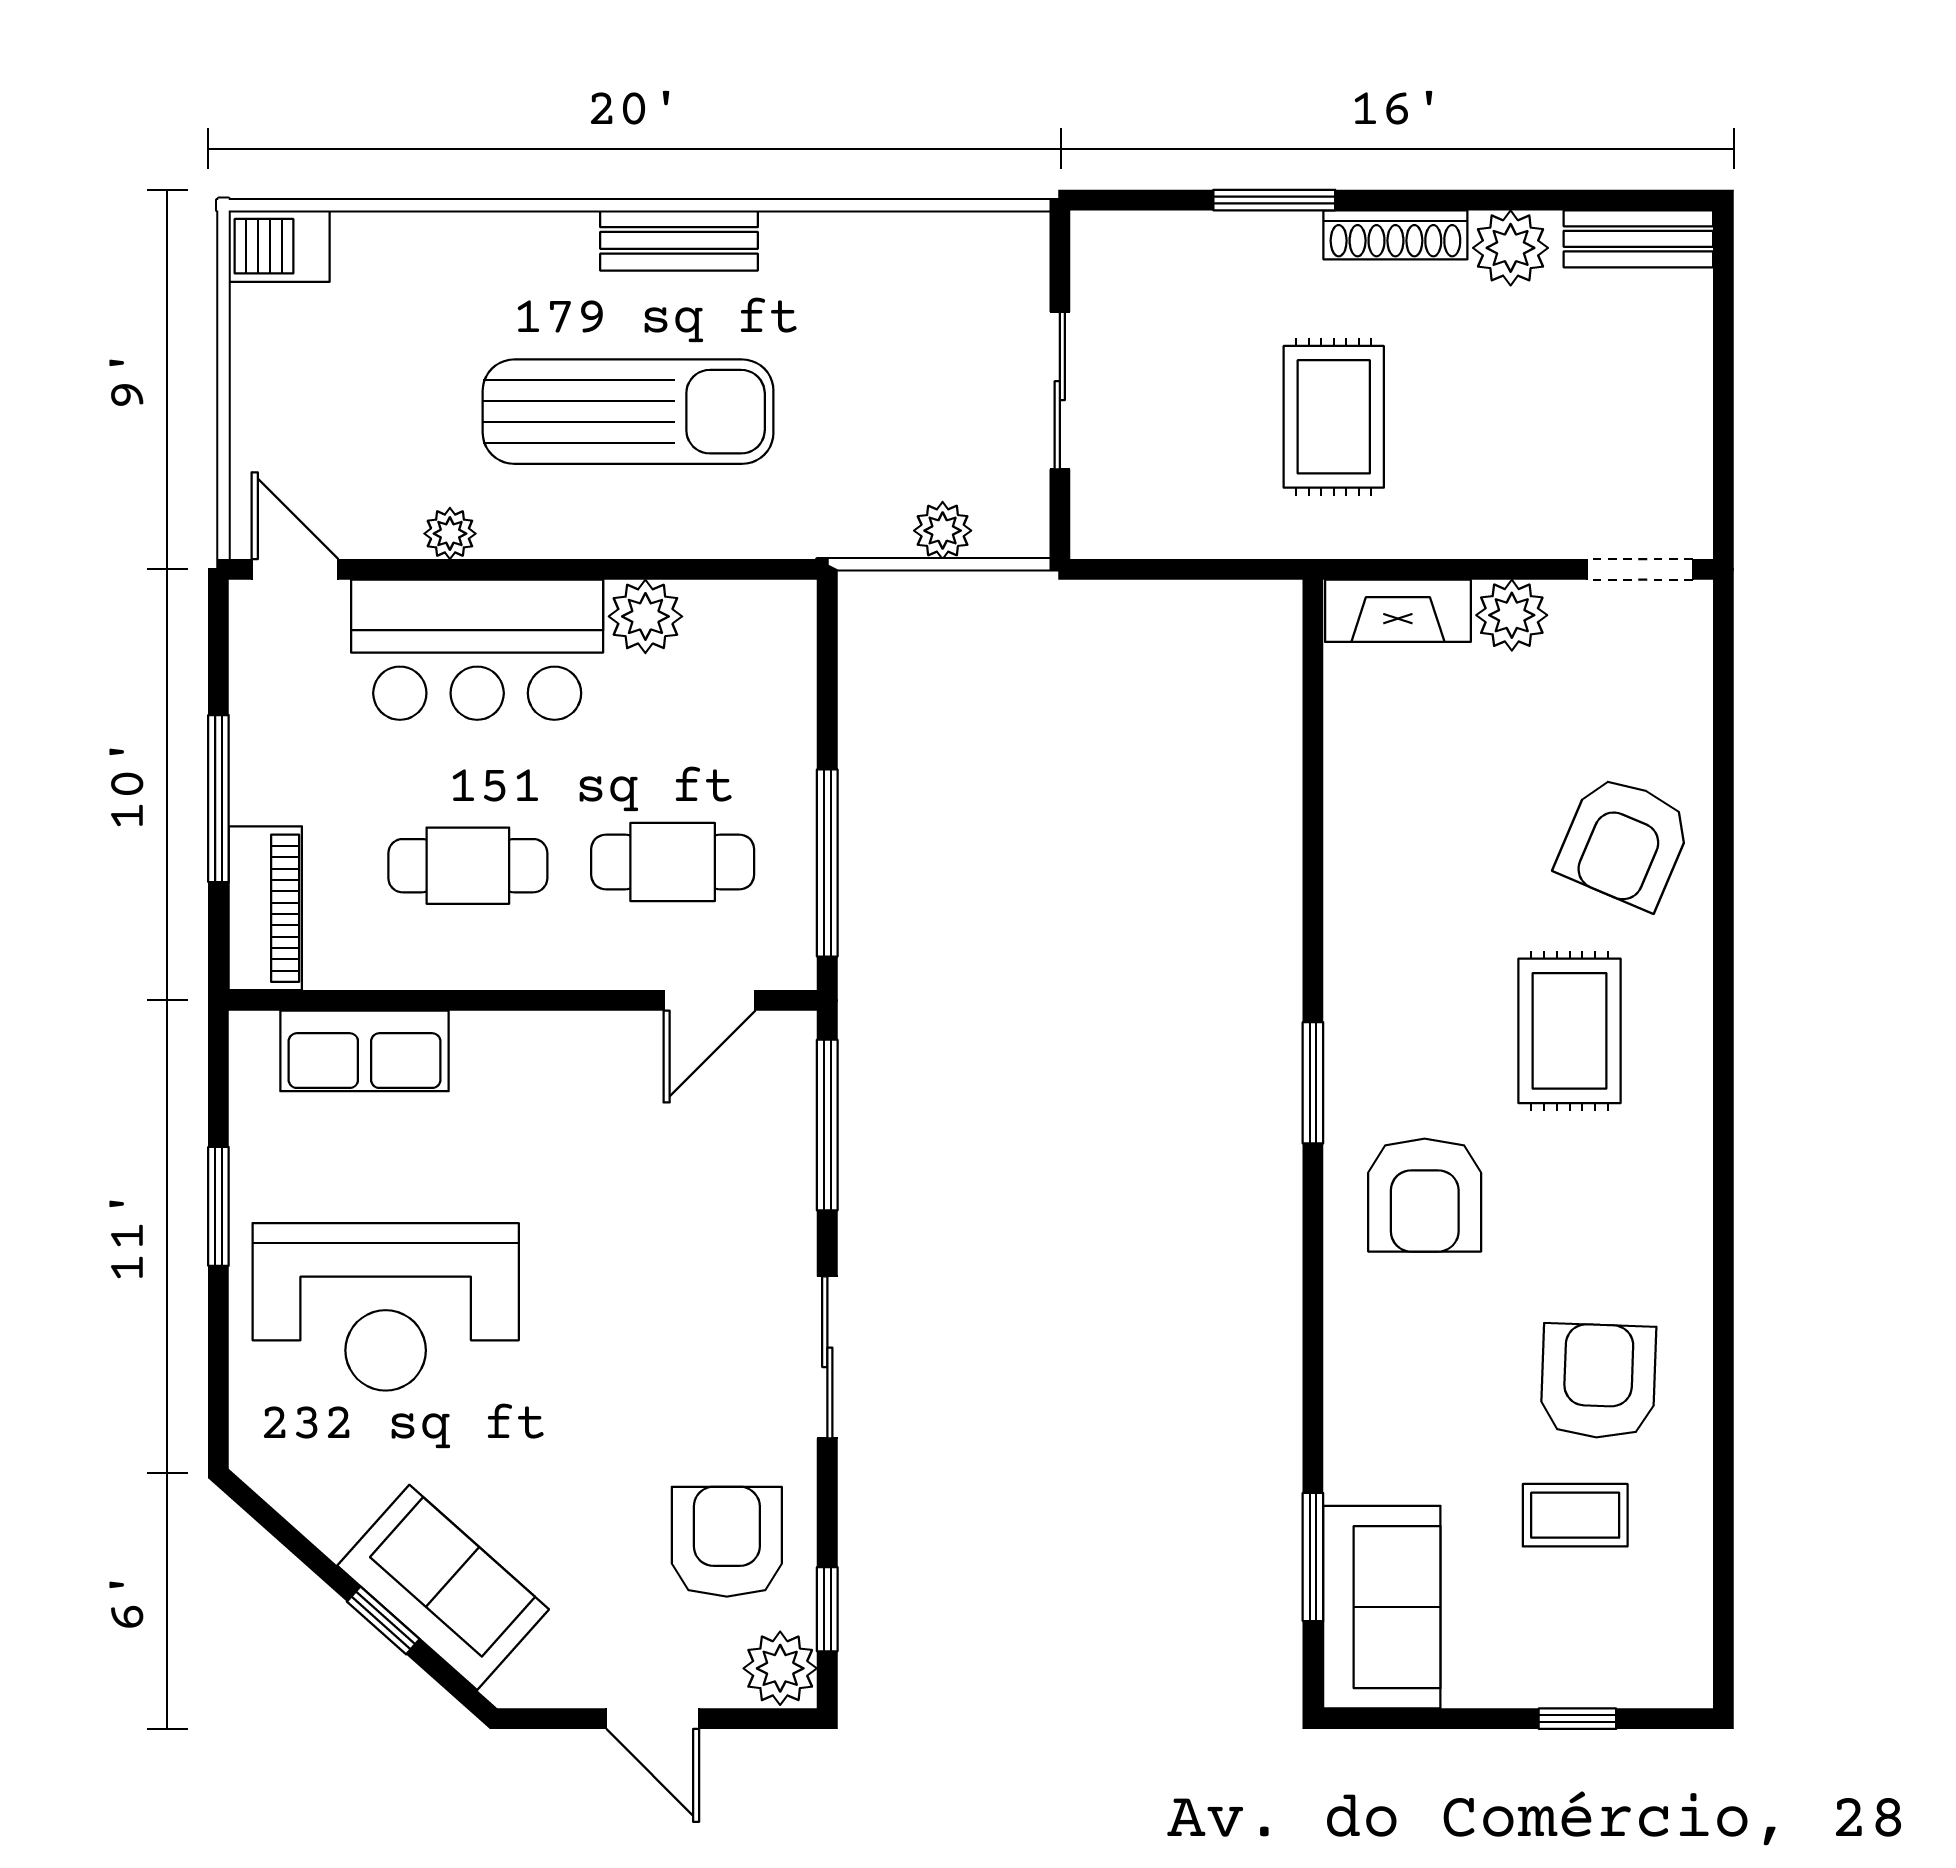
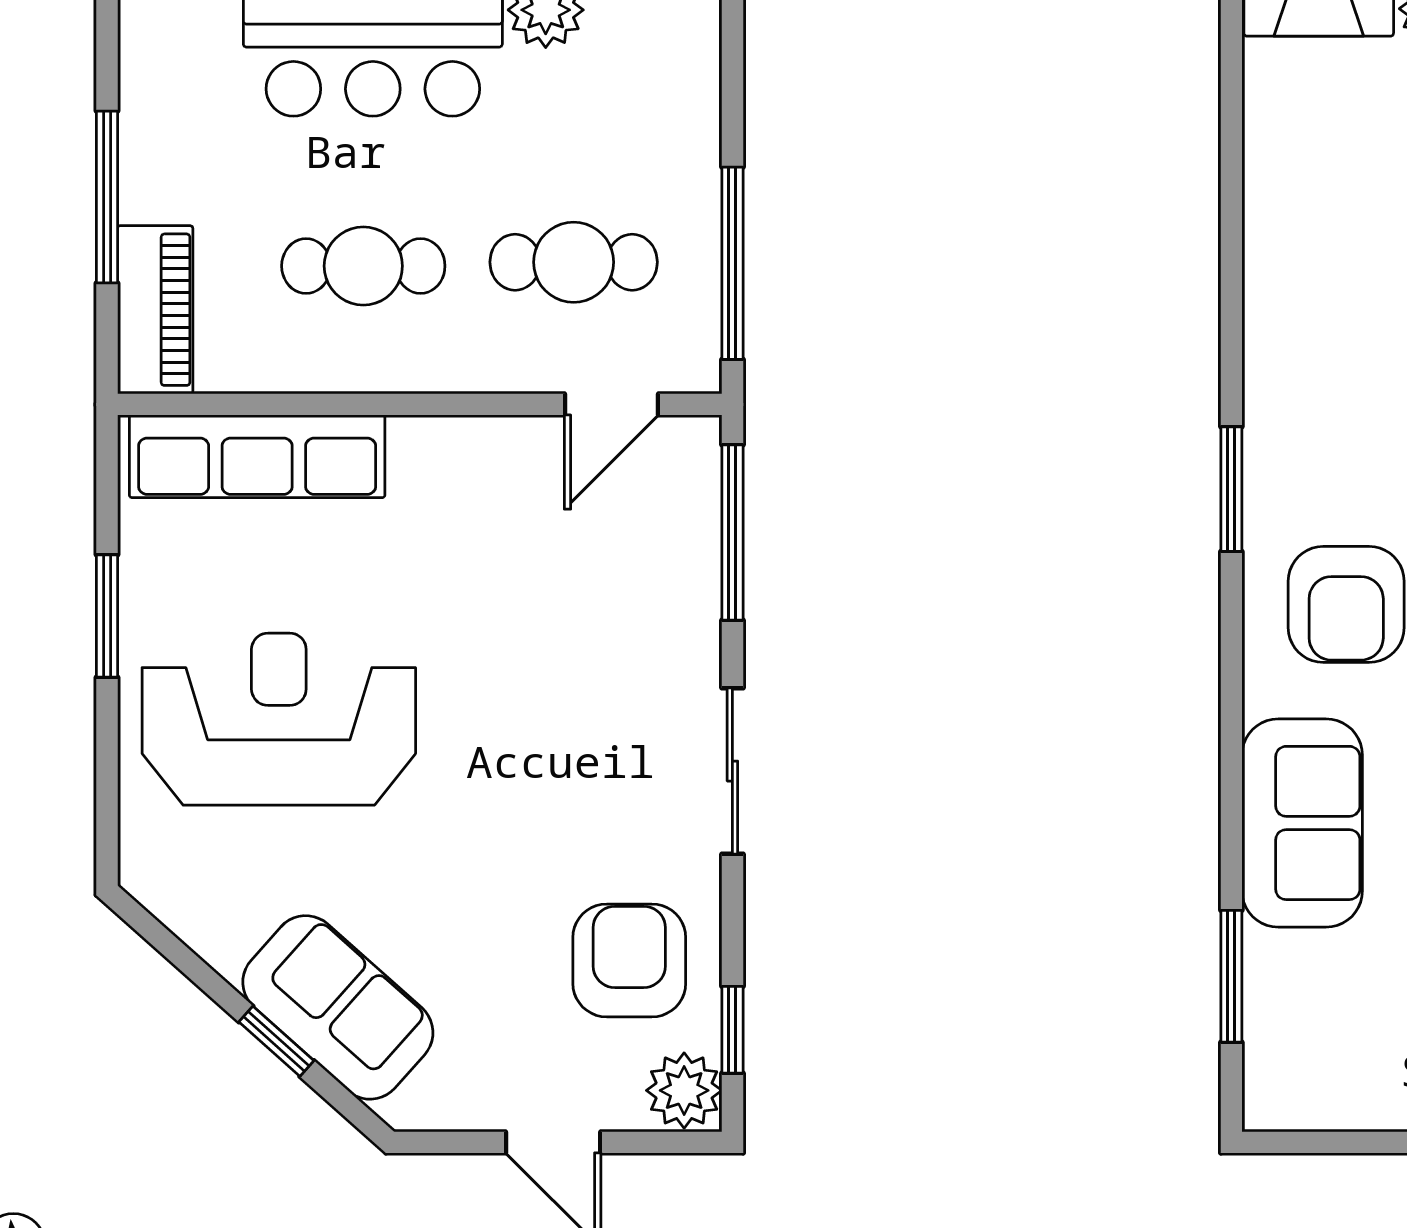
row of seats: (365, 1051) -> (257, 456), width x1.48
reception desk: (386, 1307) -> (279, 719), turned 180
sofa: (1382, 1607) -> (1302, 823), moved

